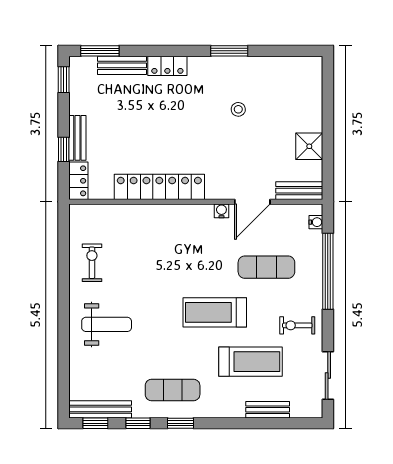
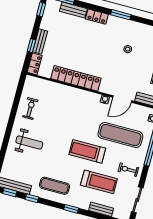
window: (229, 51) -> (121, 15), moved
exercise mat: (266, 267) -> (120, 135), width x1.36, depth x1.45
window: (180, 423) -> (71, 209), moved

